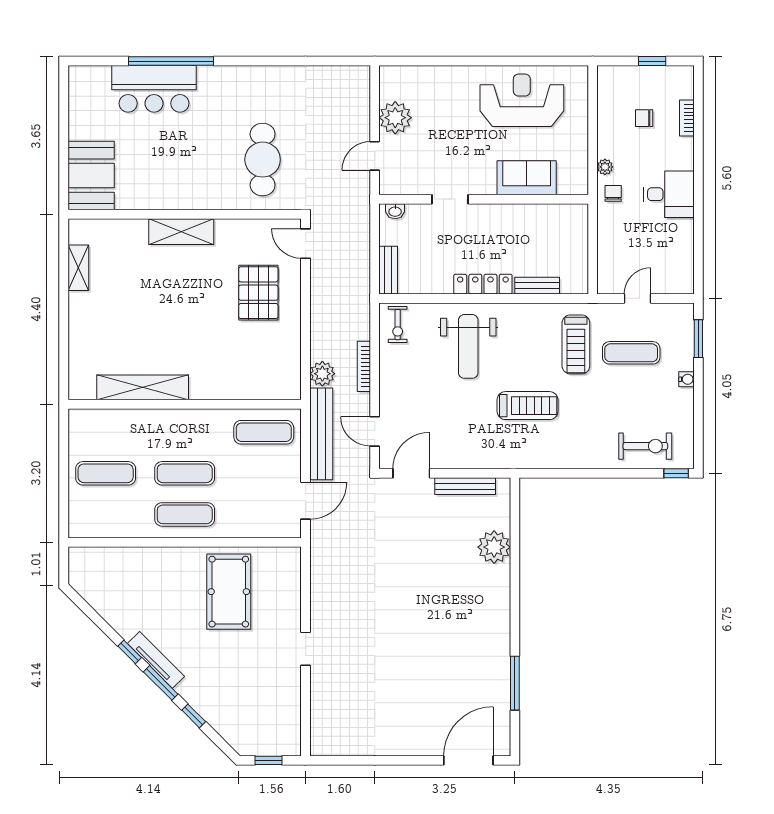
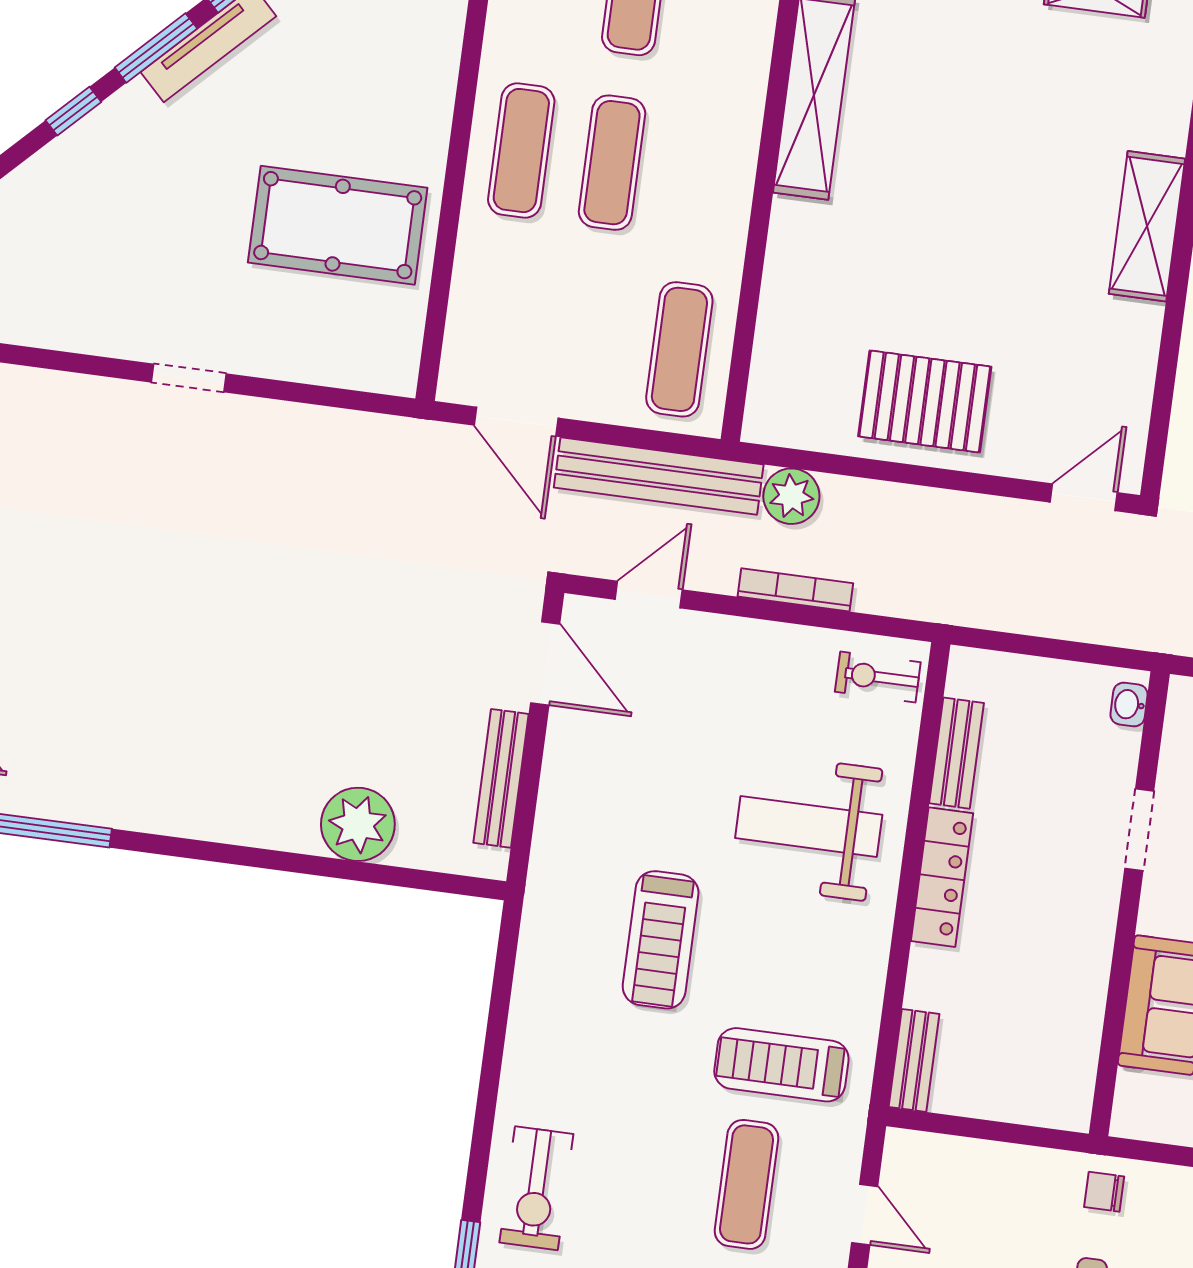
plant: (605, 167) -> (1165, 1181), removed
chair: (613, 193) -> (1104, 1192), turned 180
bench: (388, 270) -> (957, 753), moved, turned 90
bench: (537, 286) -> (914, 1060), moved
pallet: (258, 293) -> (925, 401), moved

